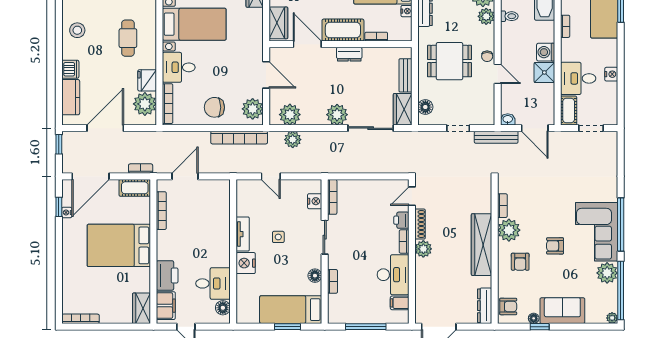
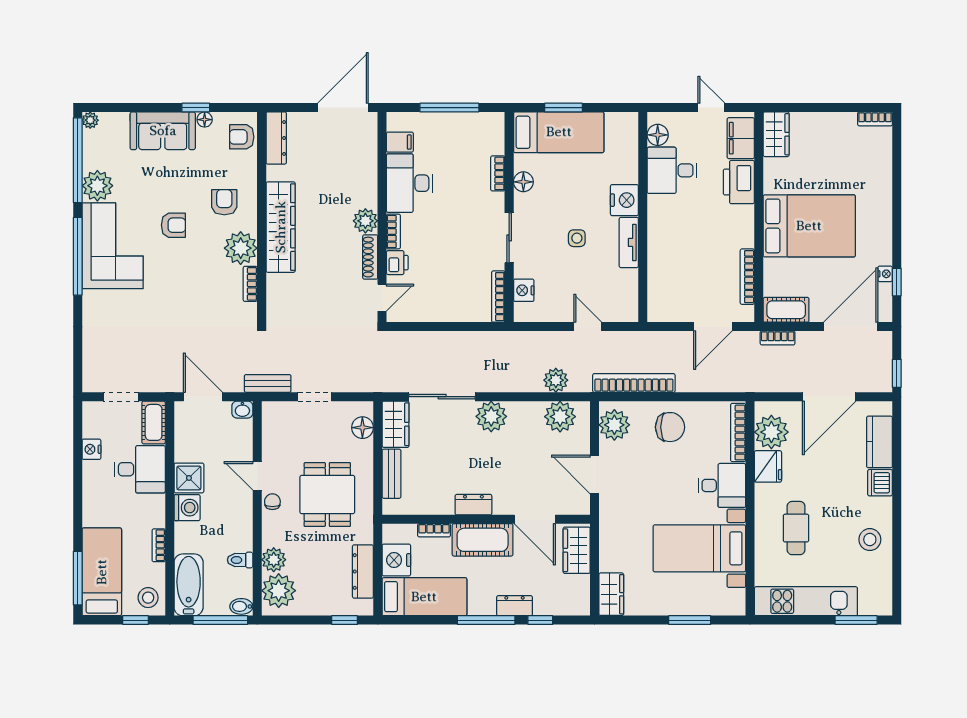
nightstand: (406, 11) -> (396, 560), width x1.89, depth x1.79
dining table: (449, 61) -> (327, 495), turned 90
nightstand: (611, 74) -> (91, 449), moved
bench: (496, 137) -> (268, 383), width x0.73
bookcase: (80, 319) -> (875, 119), width x0.64

